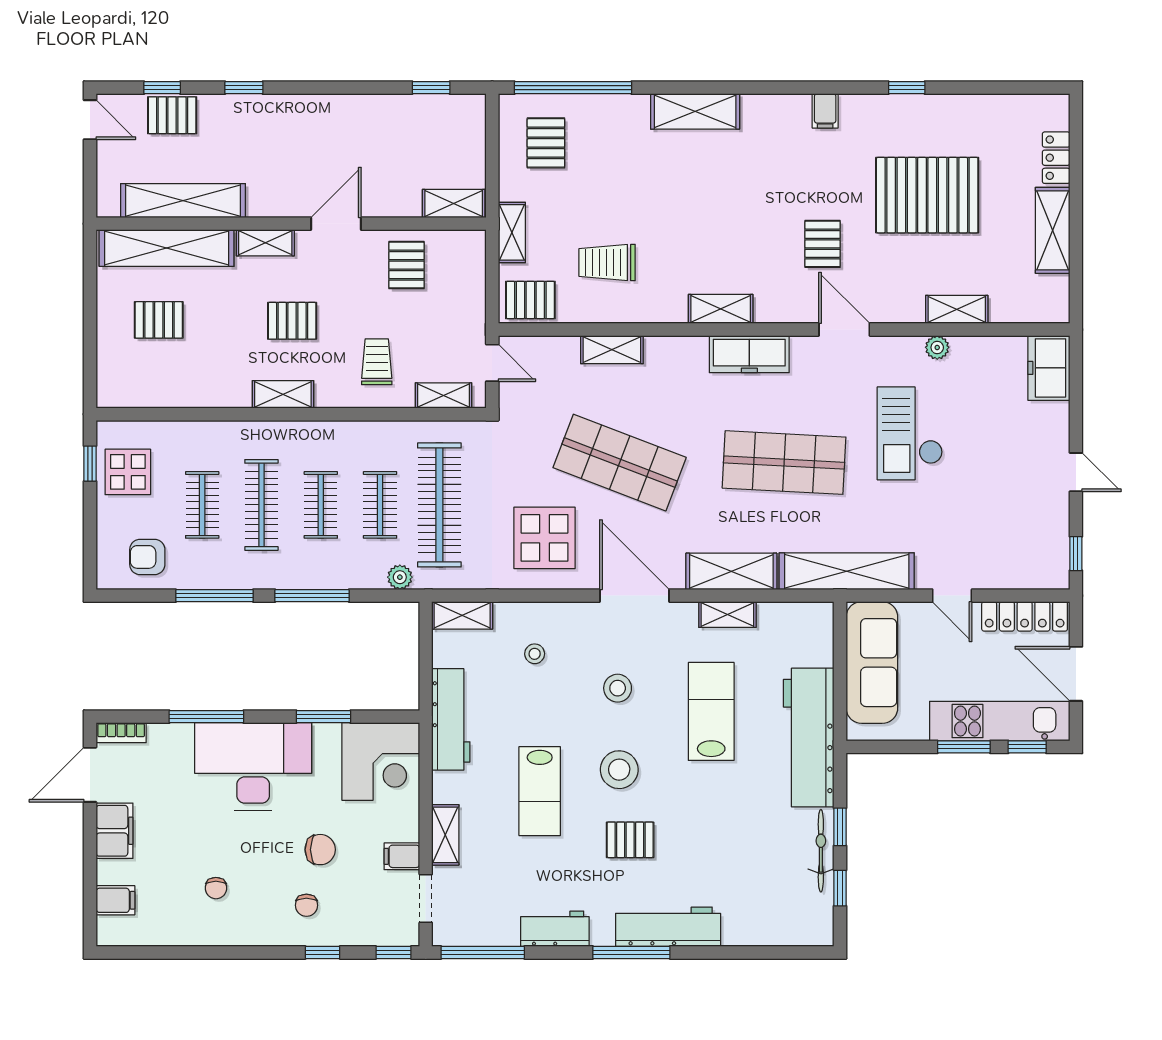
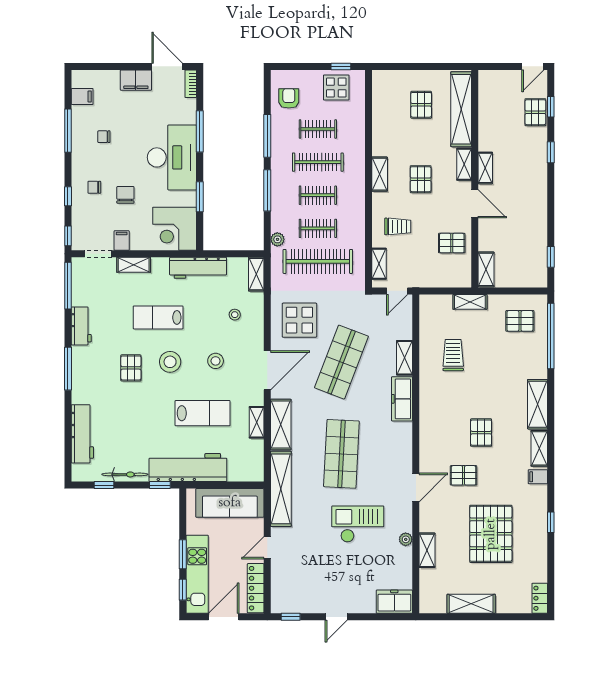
locker: (1056, 158) -> (540, 598), moved, turned -90
shelving: (183, 201) -> (485, 168), moved, width x0.45, depth x0.75
pallet: (530, 300) -> (481, 433), moved
shelving: (721, 309) -> (539, 448), moved
freezer: (749, 354) -> (402, 399), moved
window: (840, 827) -> (160, 485), moved
chair: (320, 850) -> (125, 195), turned 180
filing cabinet: (115, 900) -> (82, 96), moved, turned -90
workbench: (668, 927) -> (82, 434), moved
window: (205, 953) -> (68, 131), added

